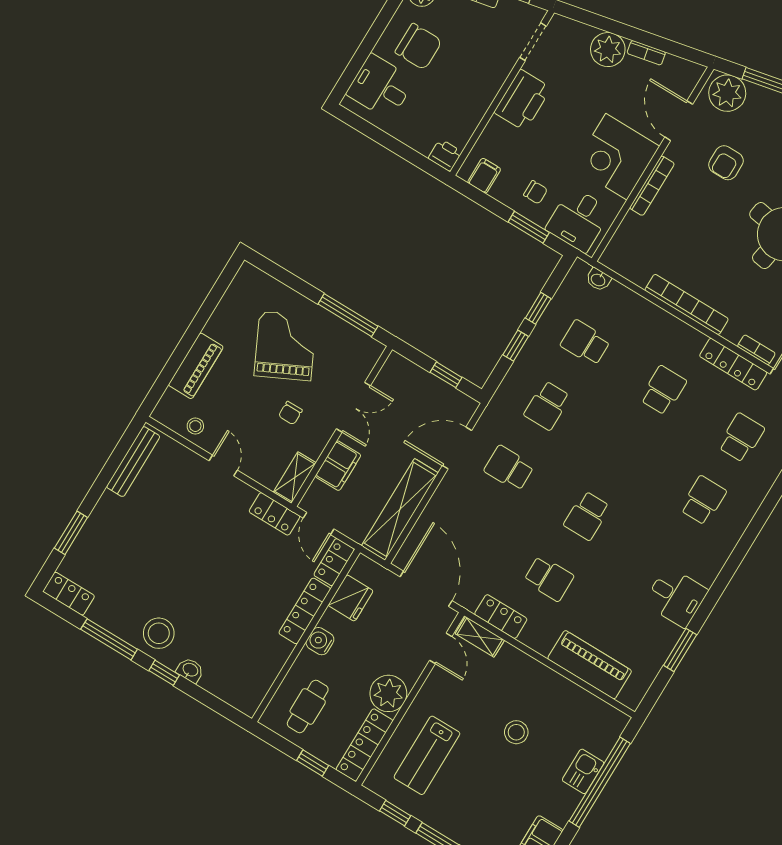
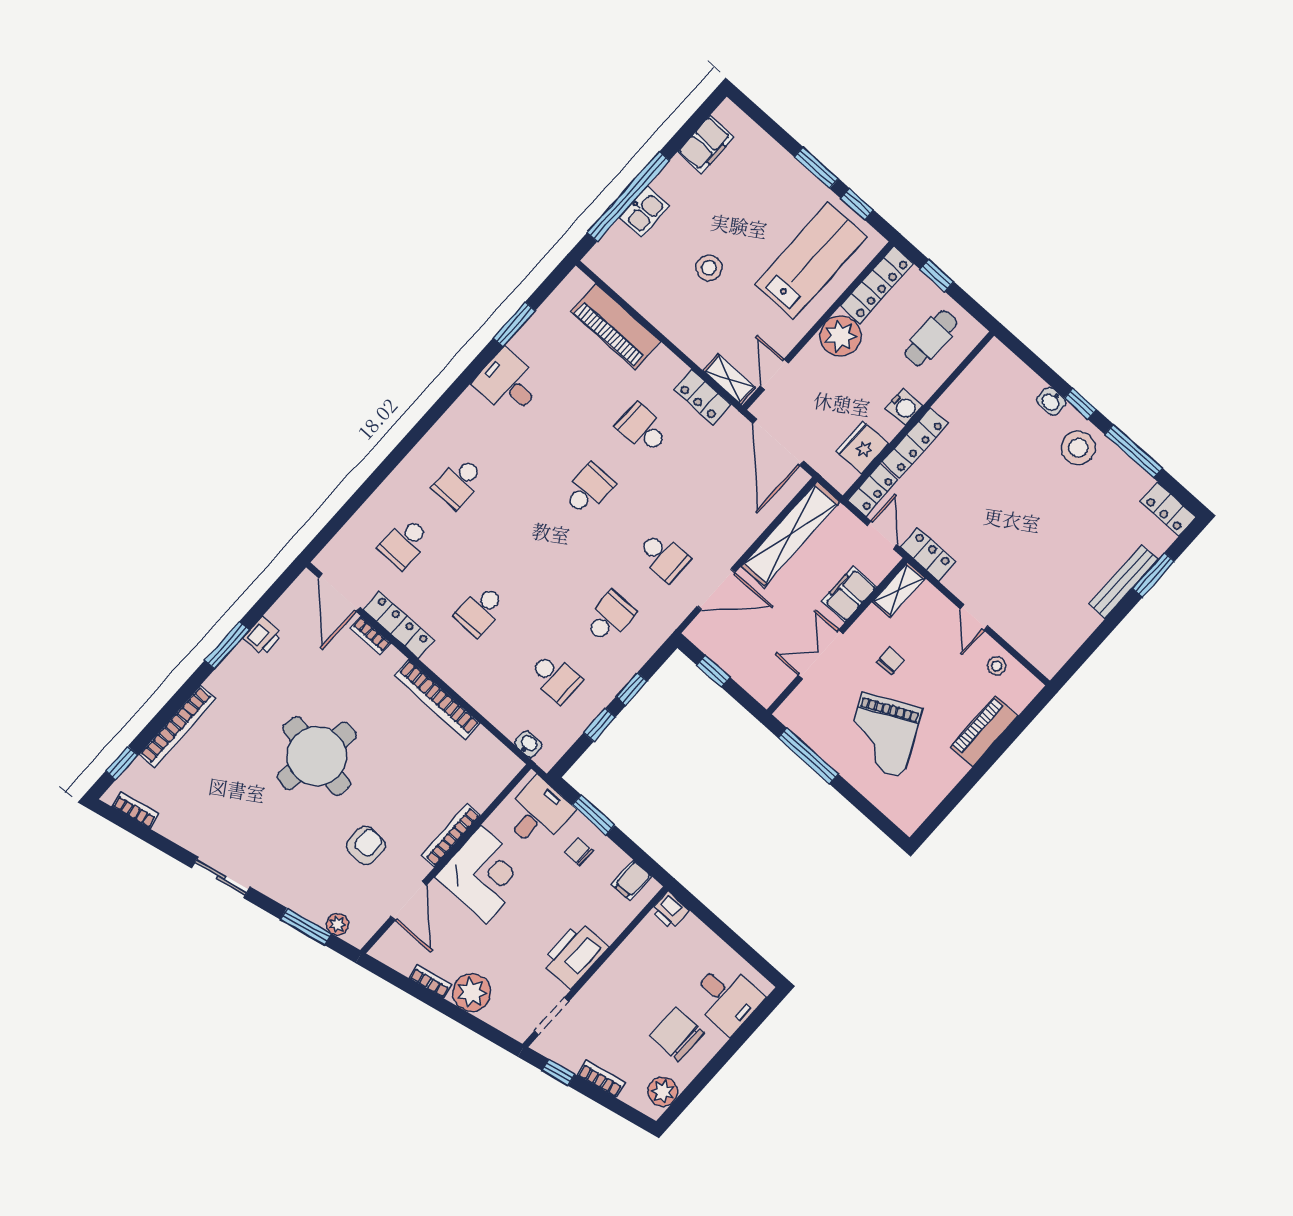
plant: (727, 93) -> (337, 924), width x0.53, depth x0.53
bench: (133, 462) -> (1123, 582), moved
lab bench: (427, 755) -> (811, 261), width x1.36, depth x1.39

